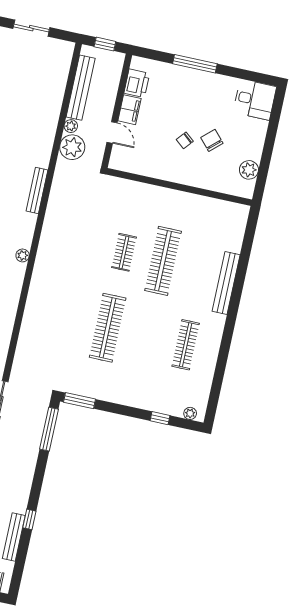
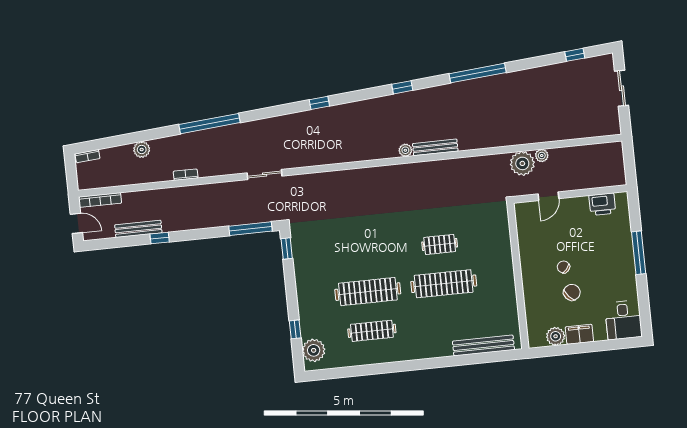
window: (105, 44) -> (629, 162), removed
bench: (81, 88) -> (581, 153), removed
filing cabinet: (130, 110) -> (579, 334), moved, turned 180
bench: (37, 190) -> (435, 147), moved
bench: (226, 283) -> (483, 345), moved
clothes rail: (108, 328) -> (368, 292), moved
window: (80, 401) -> (287, 248), width x0.67
plant: (190, 413) -> (314, 350), width x1.88, depth x1.88

